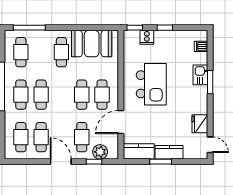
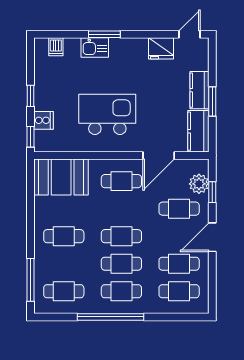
booth: (92, 44) -> (61, 177), moved, turned 90
cafe table: (82, 95) -> (121, 236), moved
door: (121, 122) -> (159, 155), hinge flipped

